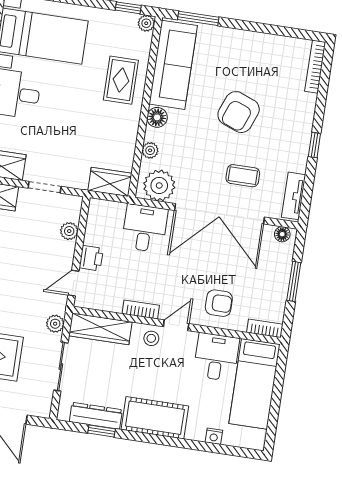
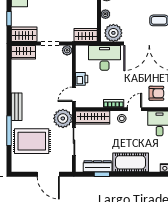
desk: (145, 228) -> (105, 58), width x1.37
plant: (69, 231) -> (67, 50), moved
plant: (55, 324) -> (63, 118), width x1.87, depth x1.87

